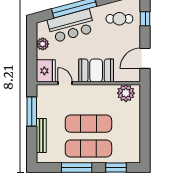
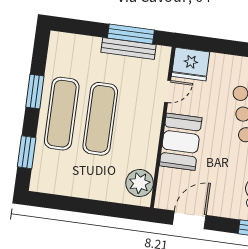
plant: (43, 44) -> (233, 65), removed
door: (145, 58) -> (189, 220), hinge flipped
bench: (41, 135) -> (129, 48), moved
window: (77, 168) -> (35, 92), width x0.69

